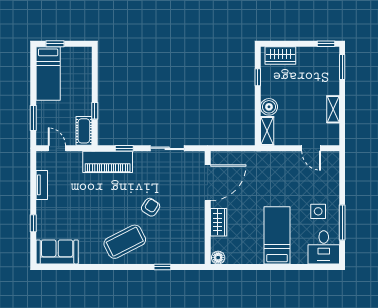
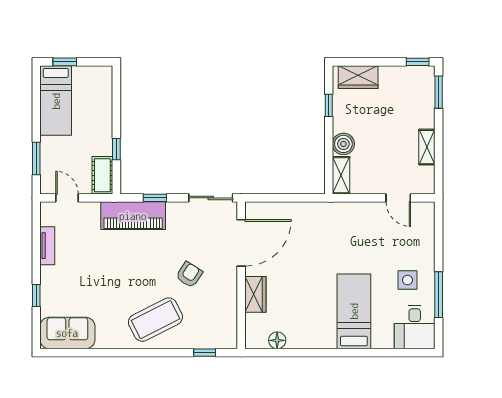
door: (208, 183) -> (241, 243), moved
wall: (208, 208) -> (241, 275), moved
wardrobe: (219, 222) -> (255, 294), moved

